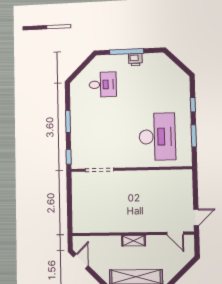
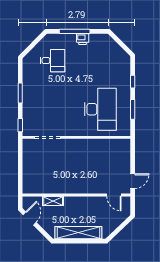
shelving: (134, 241) -> (53, 201), moved

